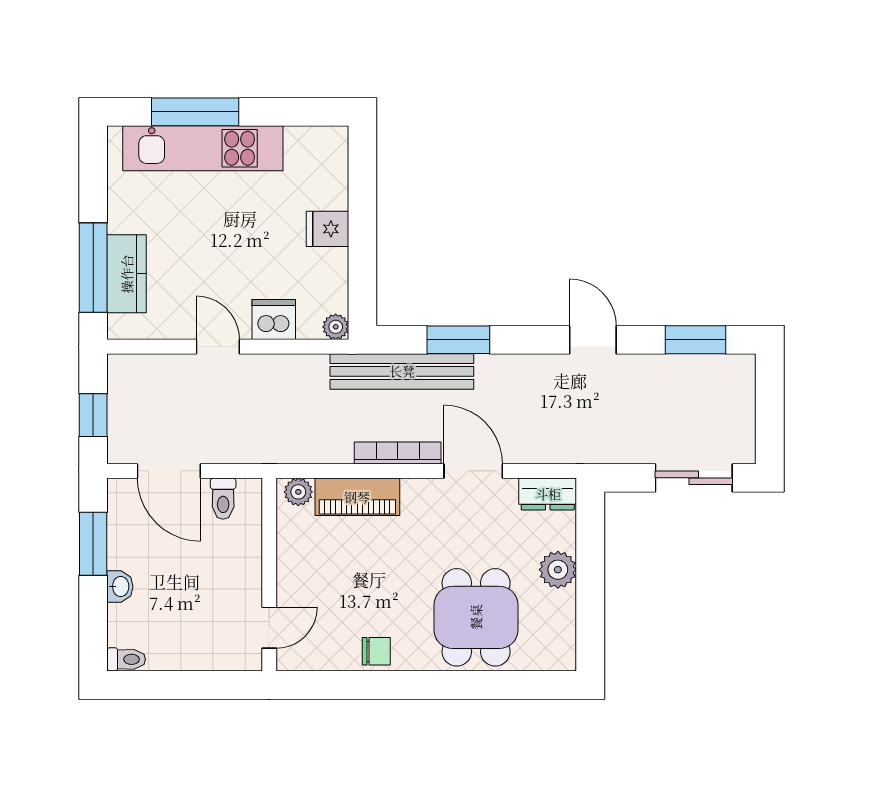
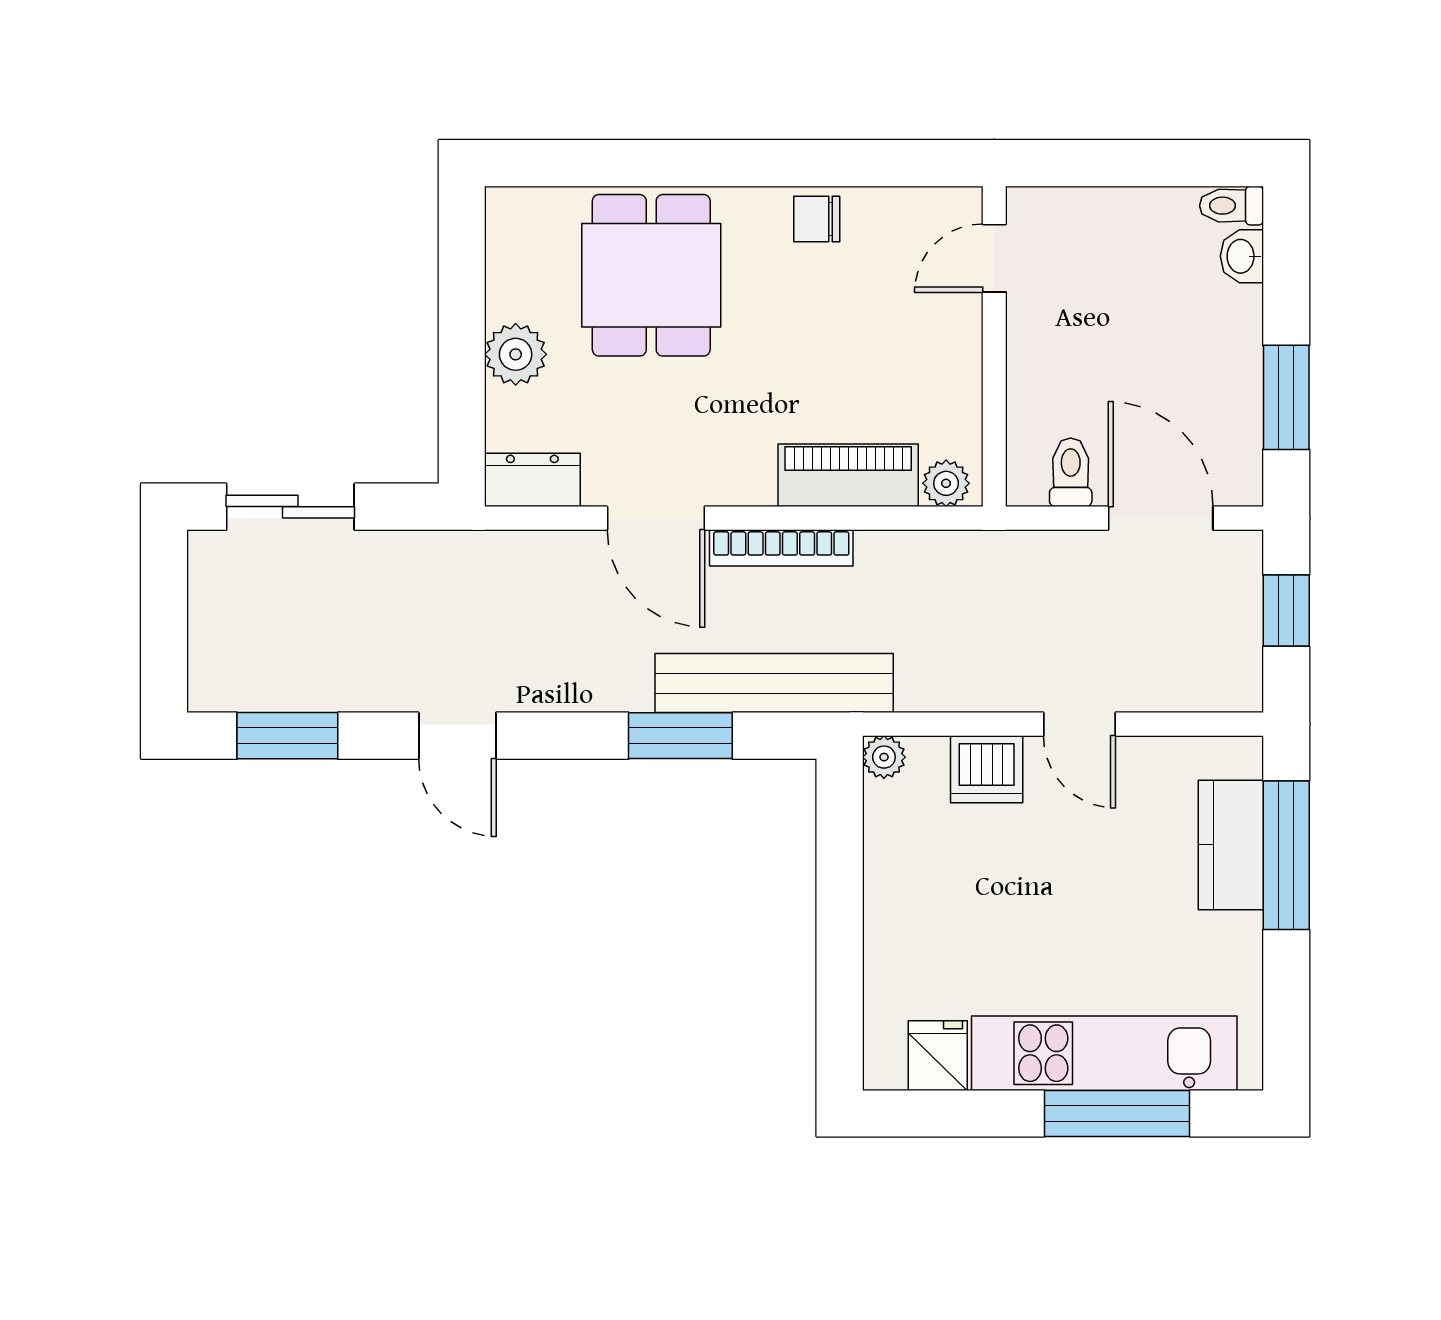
fridge: (327, 229) -> (938, 1056), moved, turned -90
washbasin: (120, 587) -> (1242, 256), moved

